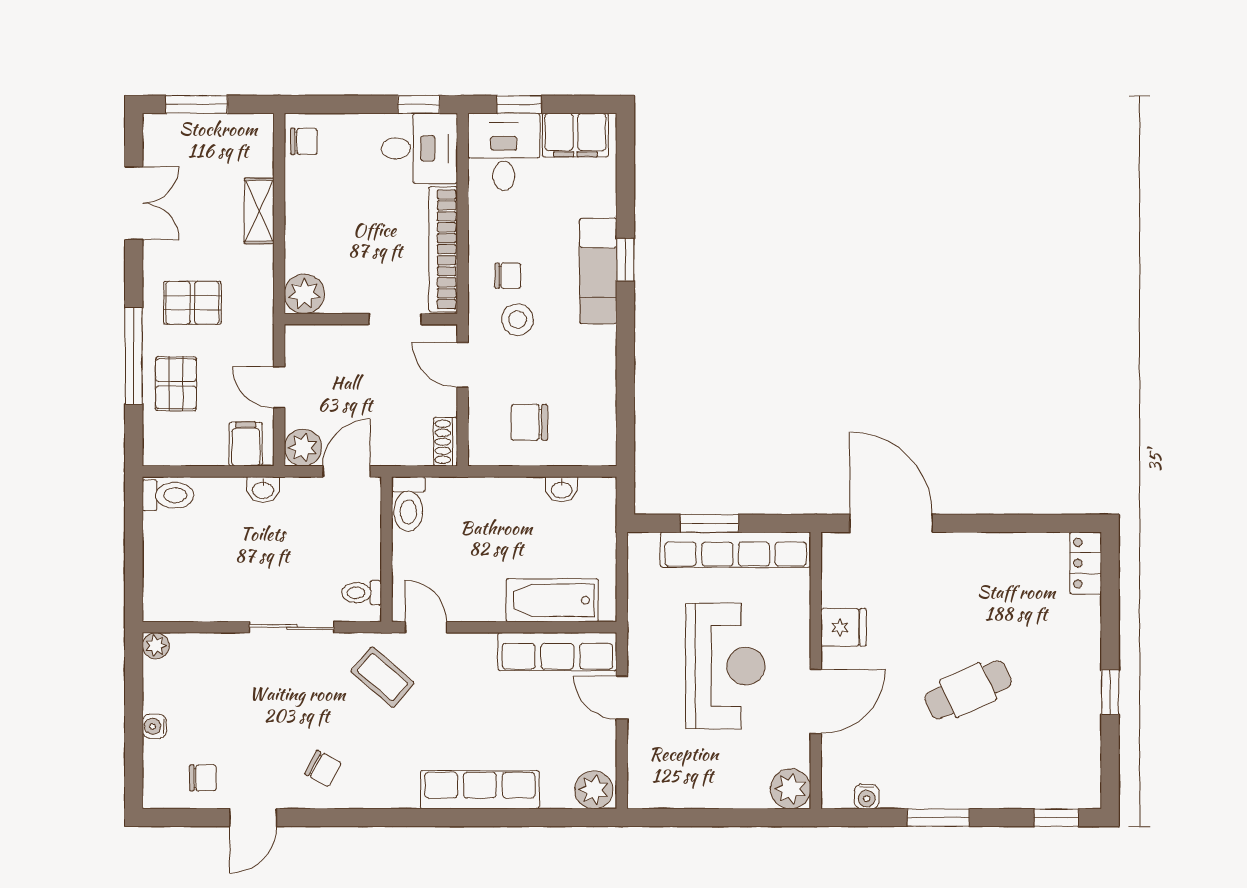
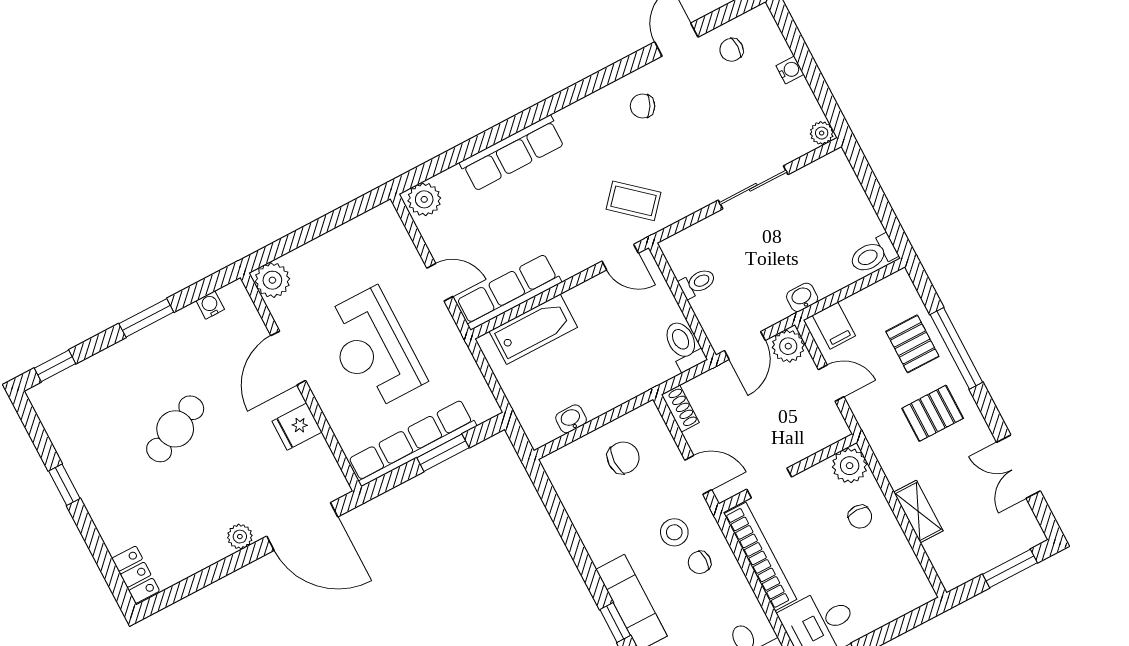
chair: (304, 141) -> (860, 517), moved, turned -90
plant: (960, 546) -> (240, 537), added
toilet: (361, 593) -> (697, 283), moved
sliding door: (292, 627) -> (753, 187), moved

